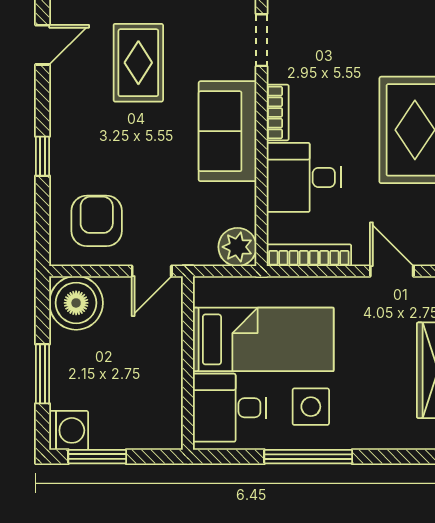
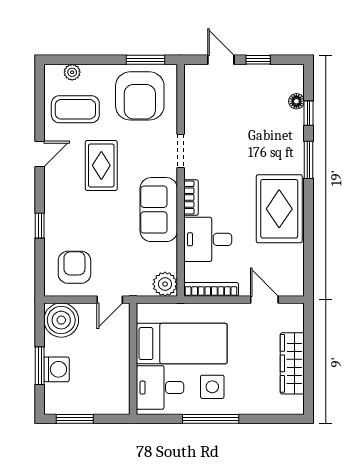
washing machine: (69, 430) -> (56, 369), moved

